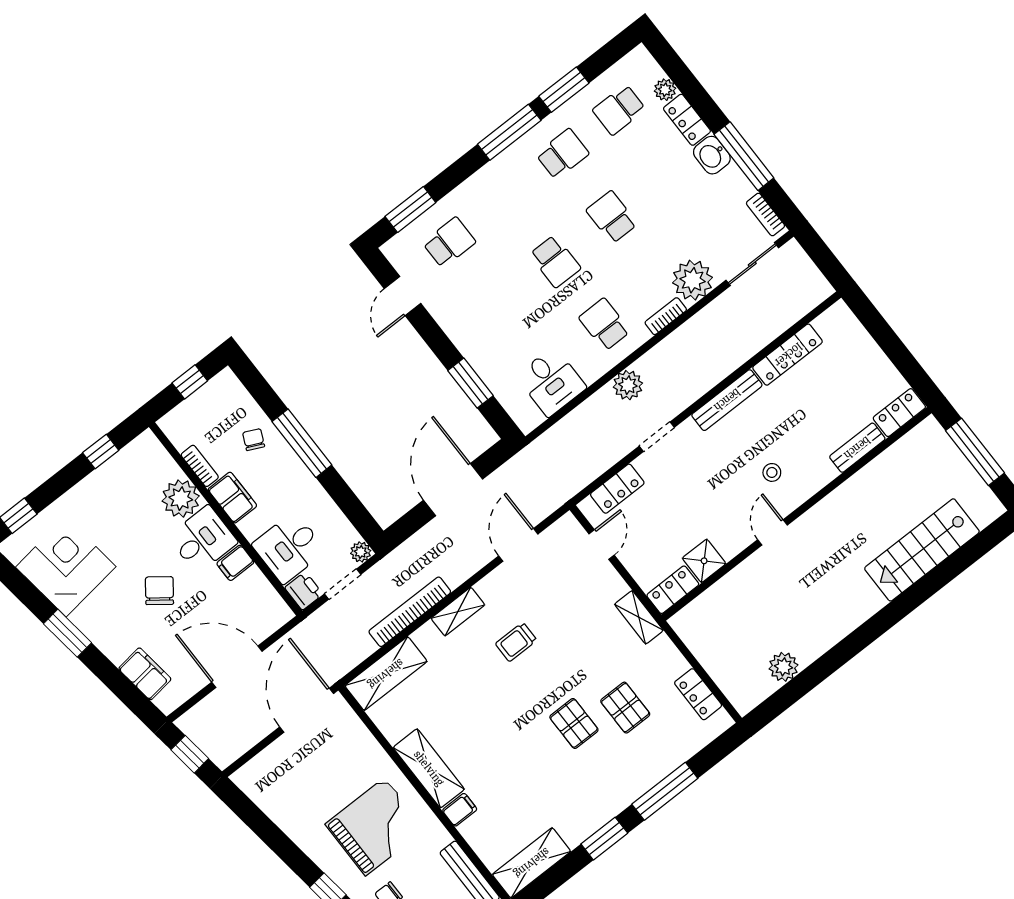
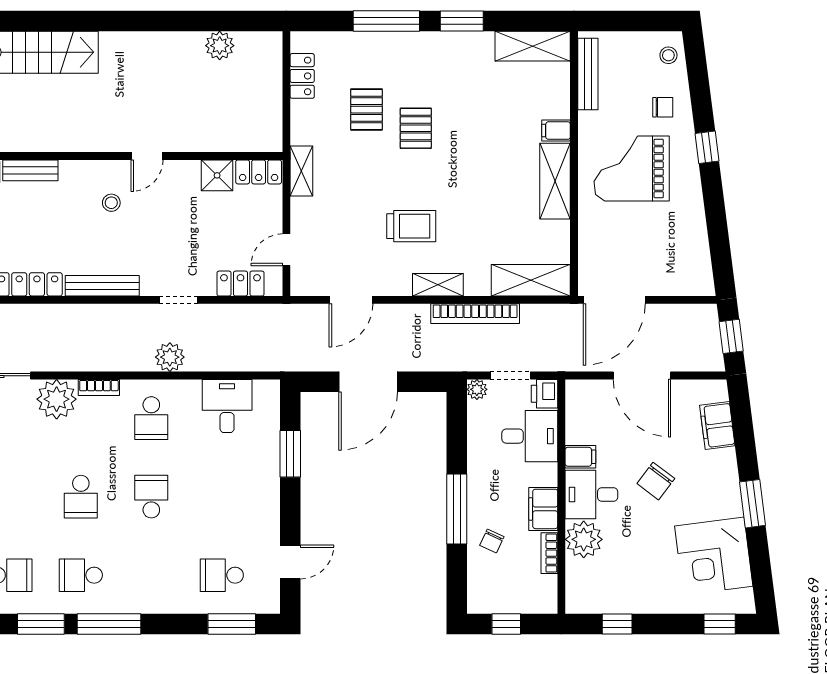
trolley: (516, 642) -> (411, 226), width x1.36, depth x1.39

